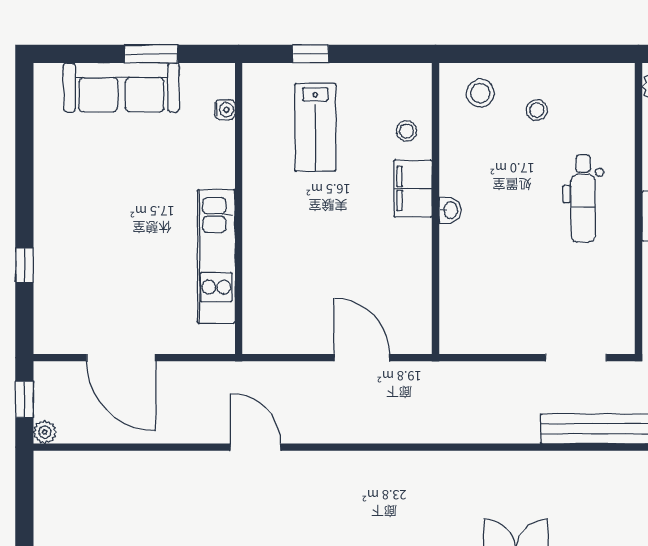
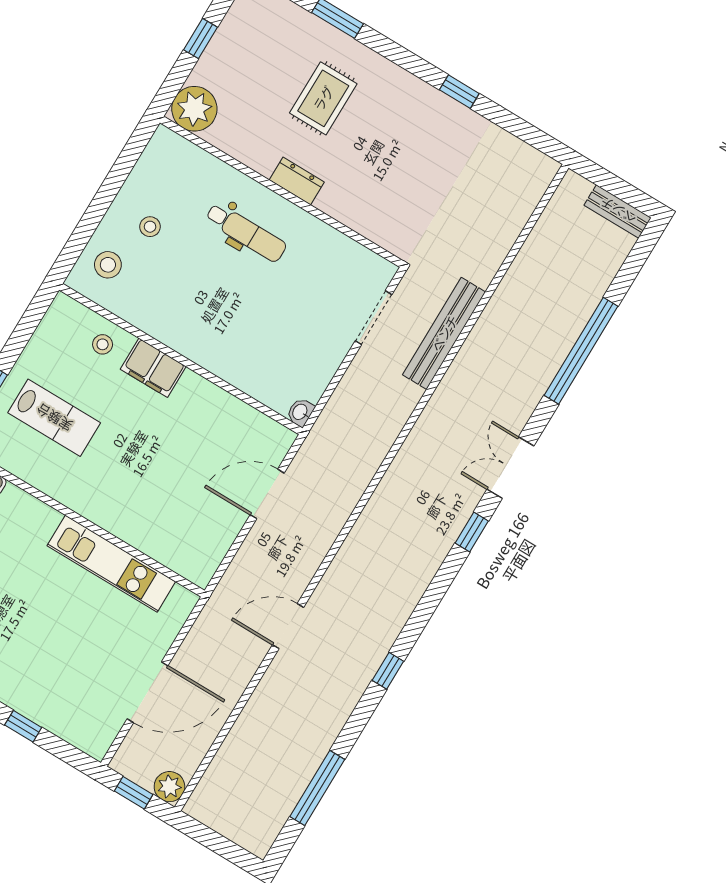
washbasin: (450, 210) -> (300, 412), moved, turned -90
plant: (45, 432) -> (169, 787), width x1.38, depth x1.38

